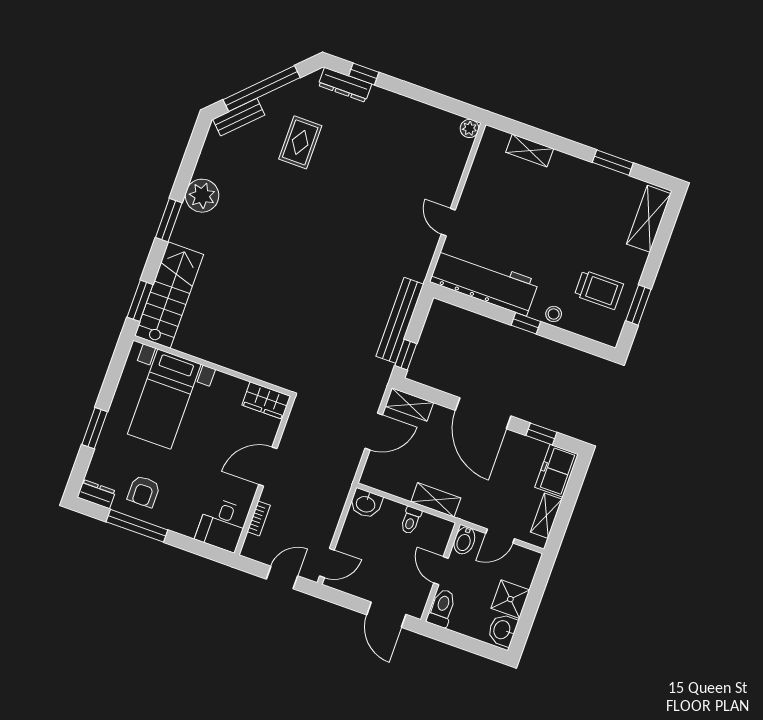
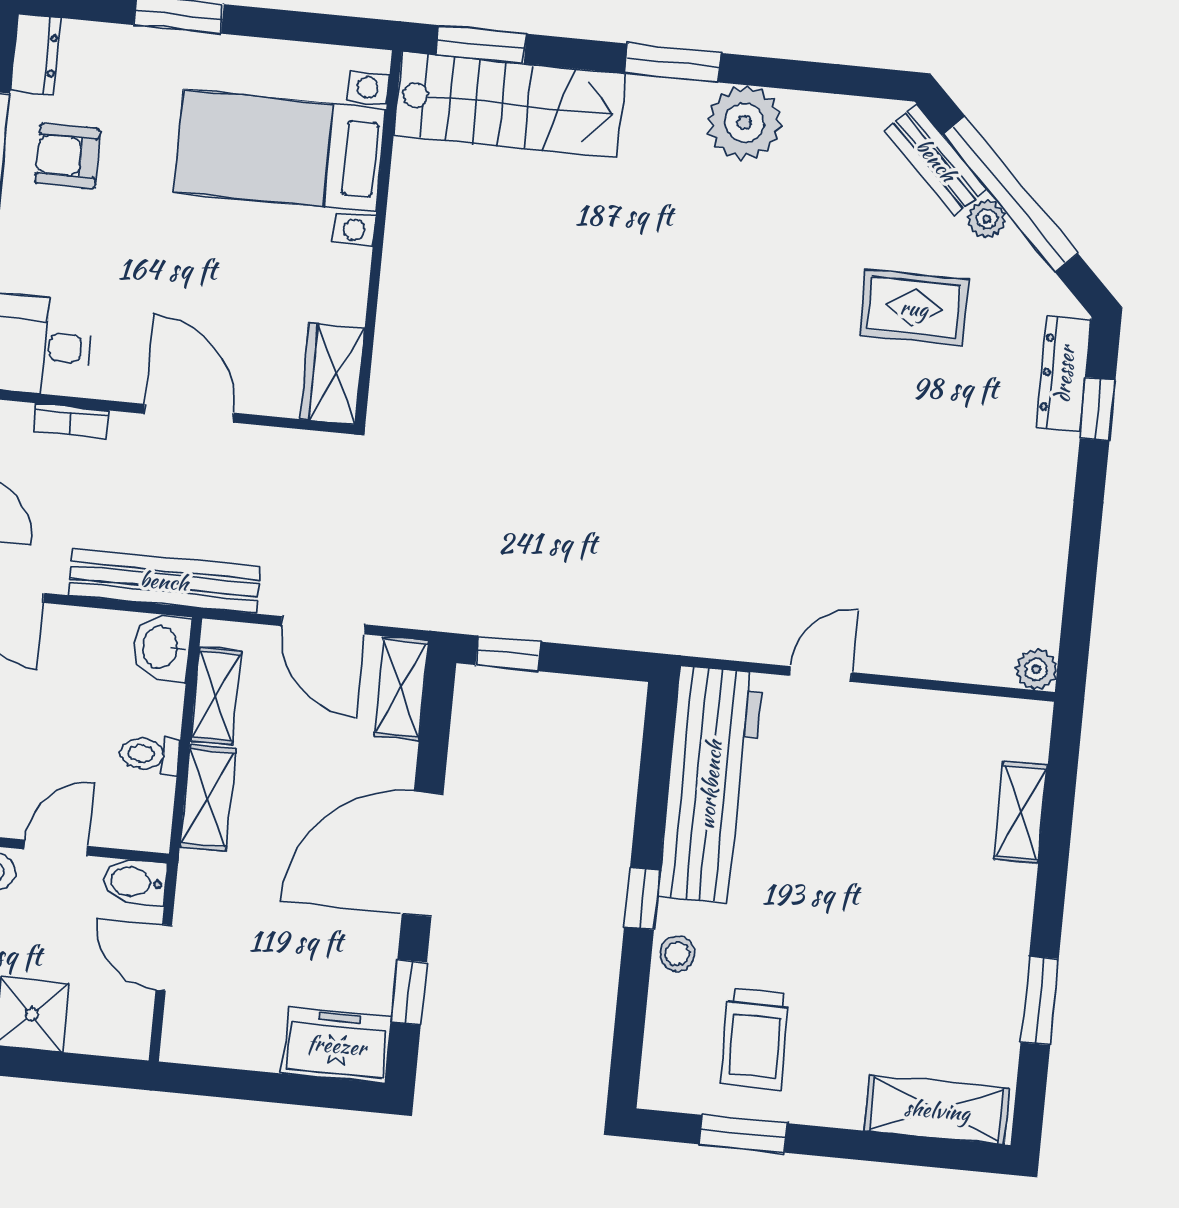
plant: (270, 101) -> (987, 219), added
bench: (400, 320) -> (164, 581), moved
shelving: (546, 516) -> (216, 696), moved, turned 90

